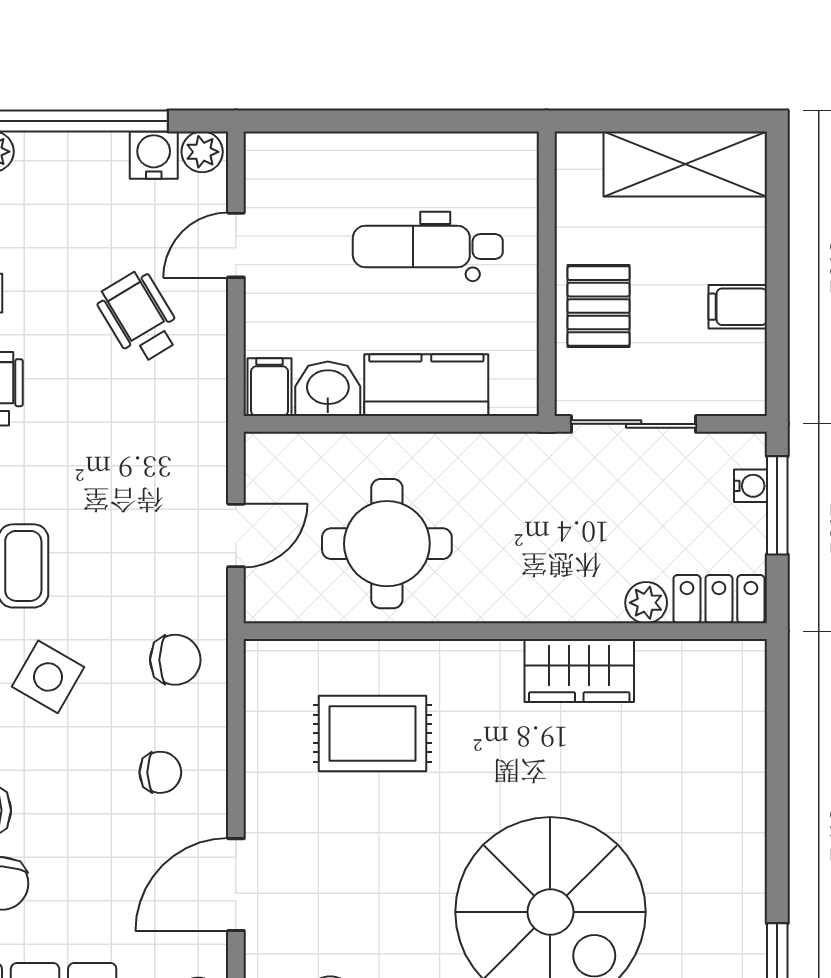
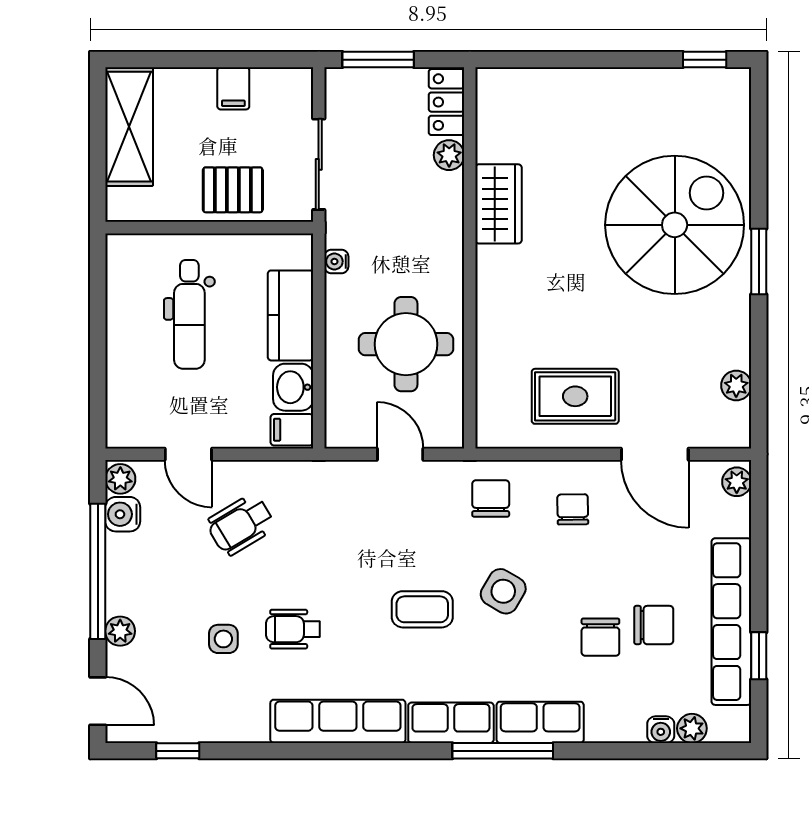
water cooler: (750, 486) -> (336, 261), moved, turned -90
rug: (372, 733) -> (575, 396), moved, turned 90

